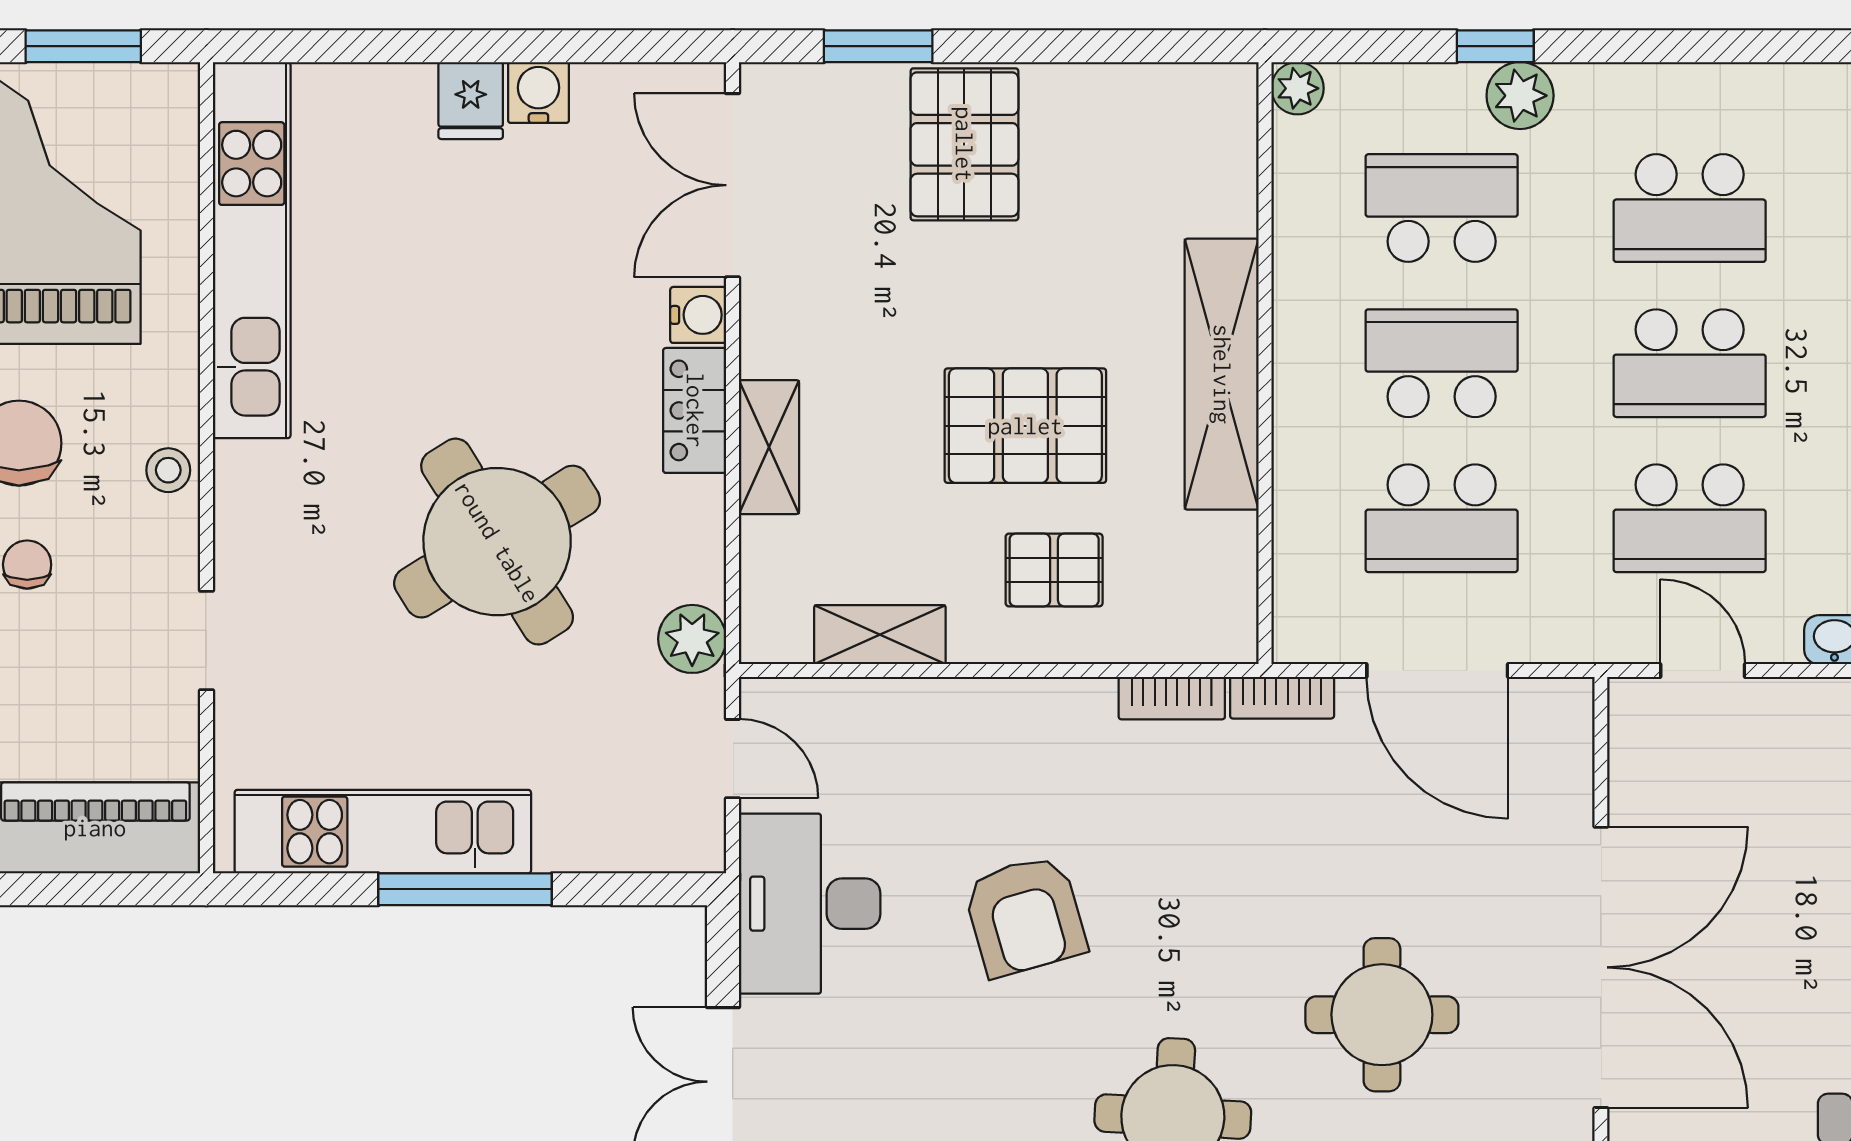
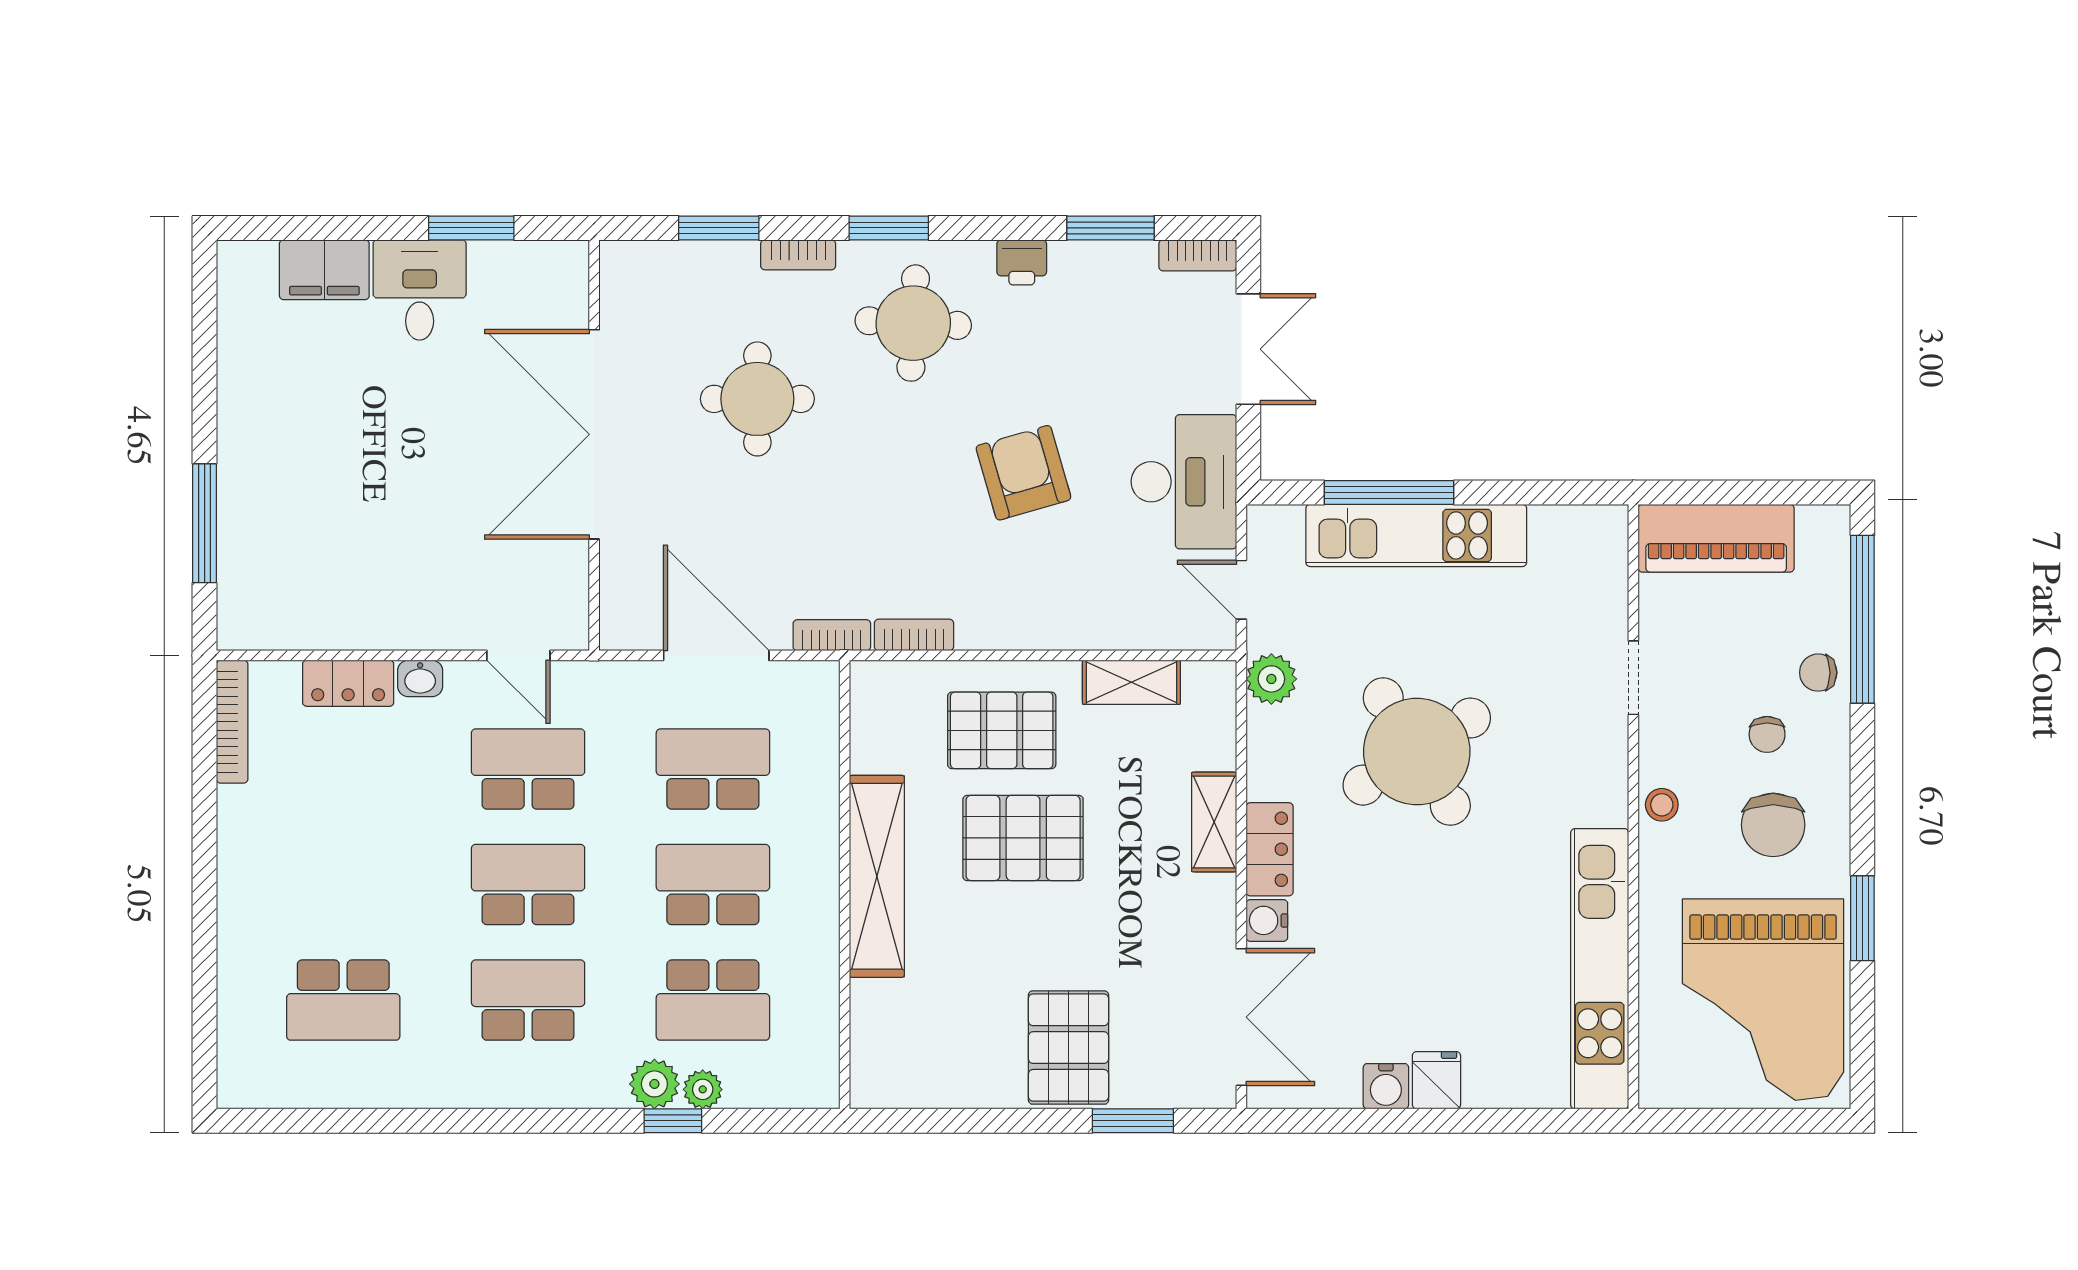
window: (83, 46) -> (1725, 1121), removed
plant: (1298, 88) -> (703, 1089), moved
school desk: (1442, 363) -> (713, 885), turned 180
pallet: (1054, 570) -> (1002, 730), width x1.50, depth x1.42
kitchen unit: (383, 832) -> (1416, 535), moved
window: (465, 889) -> (1389, 492), moved

